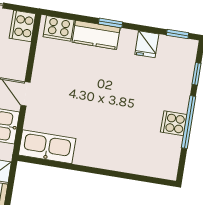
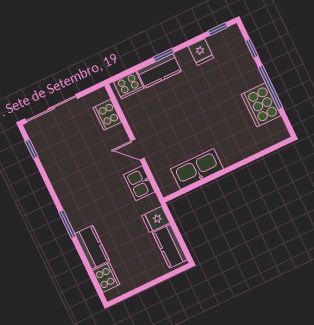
cooker: (22, 26) -> (107, 115), moved
cooker: (174, 123) -> (261, 105), width x1.87, depth x1.31
kitchen sink: (47, 147) -> (197, 169), moved

